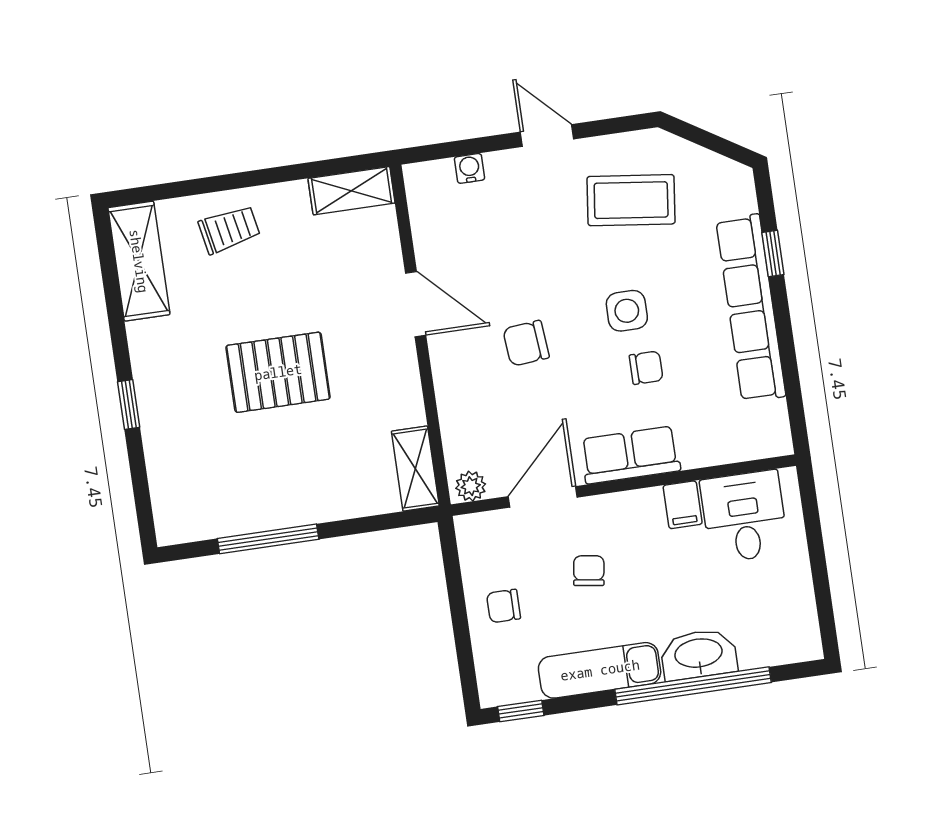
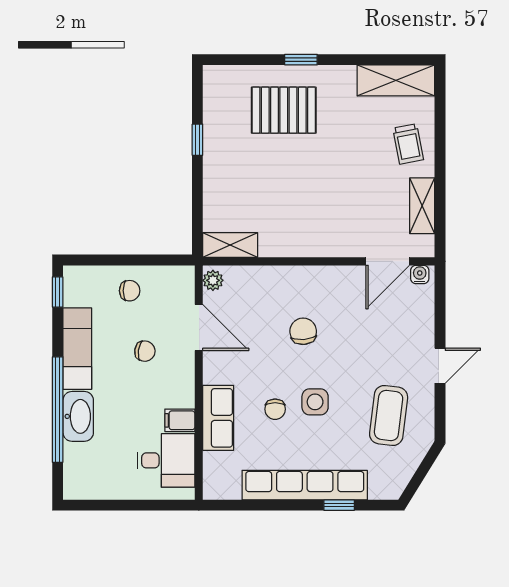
water cooler: (469, 168) -> (420, 274), moved, turned -90
shelving: (352, 191) -> (422, 206), moved
door: (416, 304) -> (388, 261), moved
pallet: (278, 372) -> (284, 110), moved, turned 90
row of seats: (630, 455) -> (218, 418), moved
window: (268, 539) -> (197, 140), width x0.46
chair: (504, 606) -> (130, 291), turned 90

